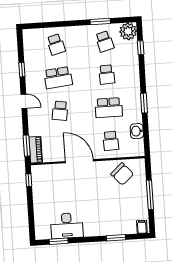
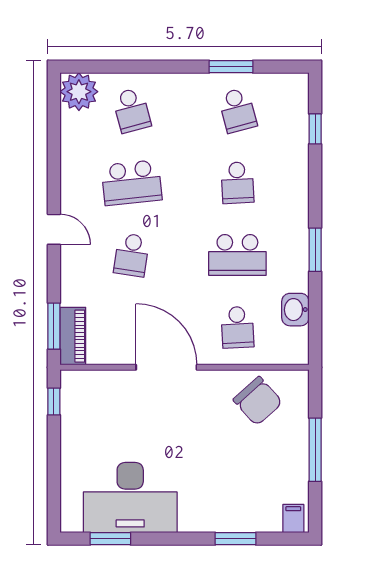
plant: (128, 31) -> (79, 92), moved
window: (22, 70) -> (54, 160), removed
desk: (67, 226) -> (130, 498), width x1.36, depth x1.30

